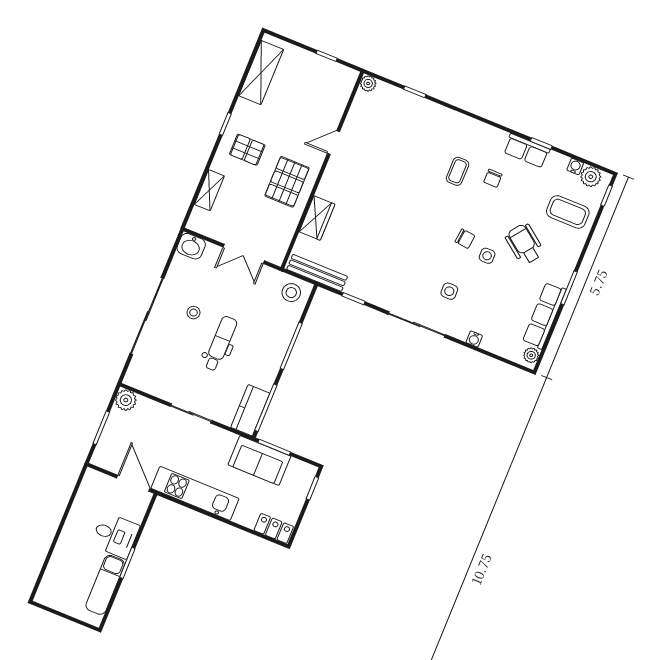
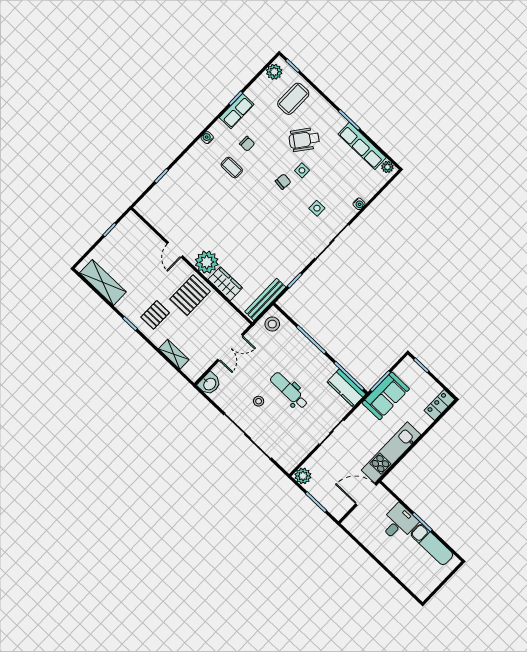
plant: (368, 83) -> (207, 262), moved, width x1.88, depth x1.88
water cooler: (575, 167) -> (207, 138), moved
pallet: (287, 182) -> (190, 295), turned 90

